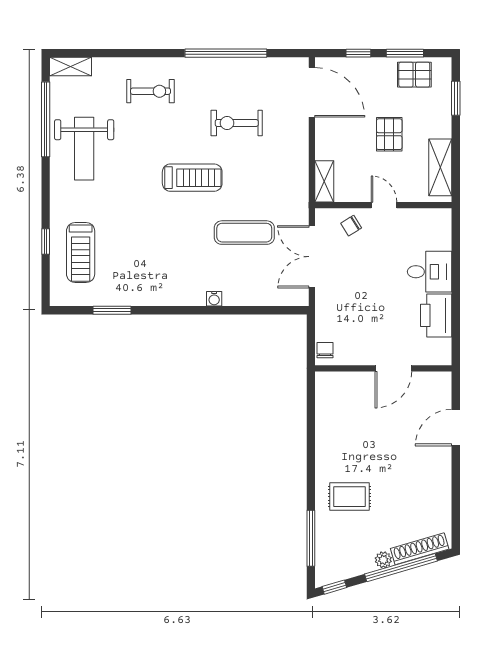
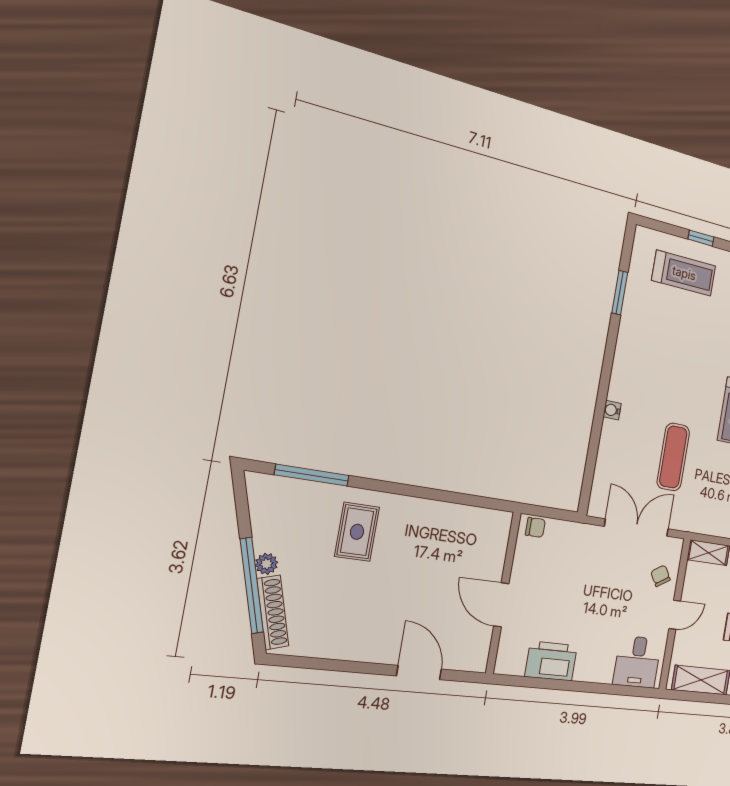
treadmill: (81, 253) -> (684, 273), turned 180
desk: (430, 272) -> (637, 662), moved
window: (334, 587) -> (241, 495), removed

